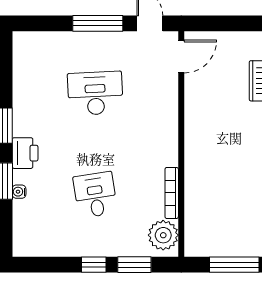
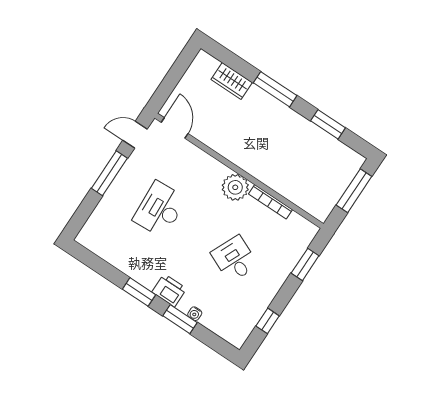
desk: (95, 195) -> (234, 259), turned 33
plant: (163, 235) -> (235, 187), moved
window: (94, 265) -> (268, 321), moved

